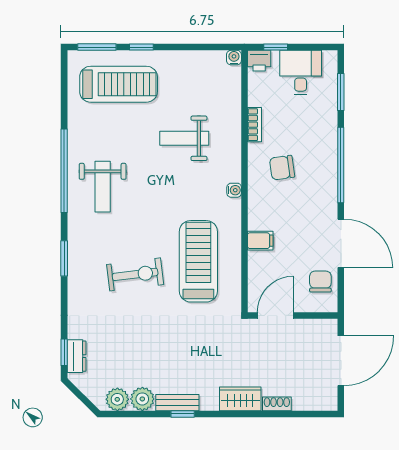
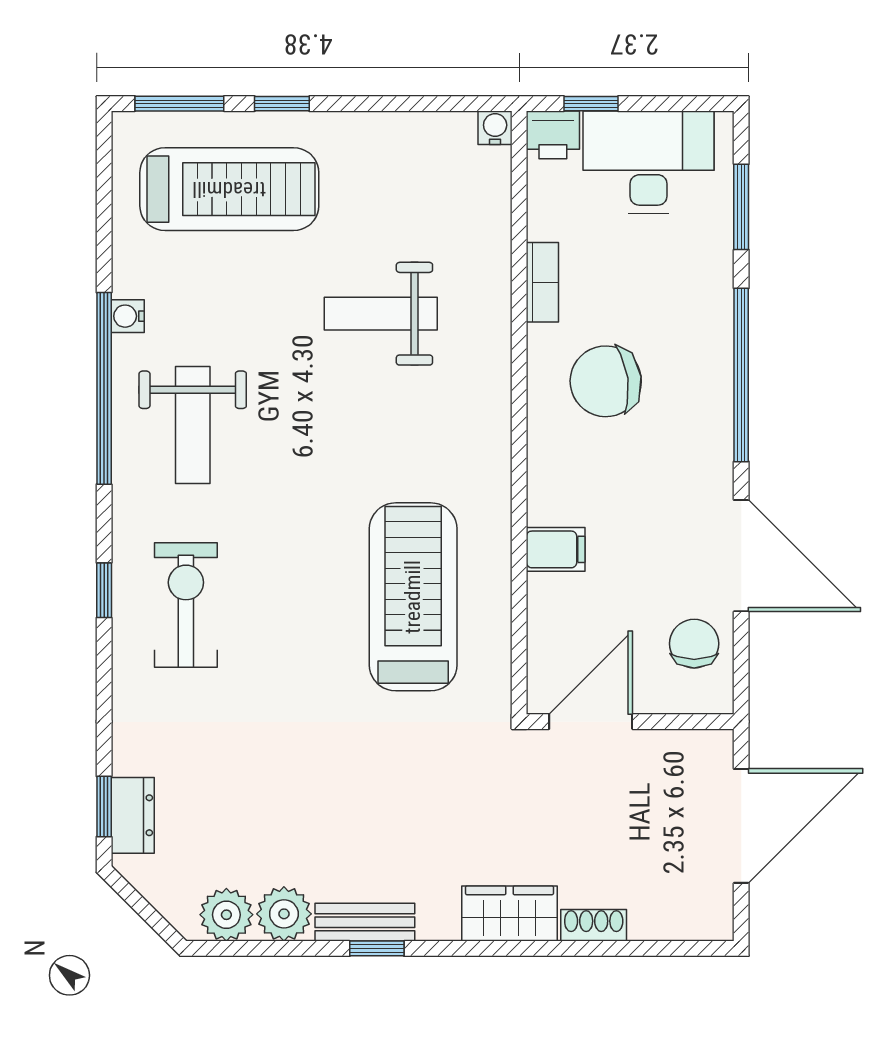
desk: (301, 73) -> (649, 162), width x1.37
chair: (282, 168) -> (606, 381), width x1.37, depth x1.37
water cooler: (234, 190) -> (128, 316), moved, turned 180
window: (64, 258) -> (104, 590), width x0.67
exercise bike: (135, 274) -> (186, 605), moved, turned -83

